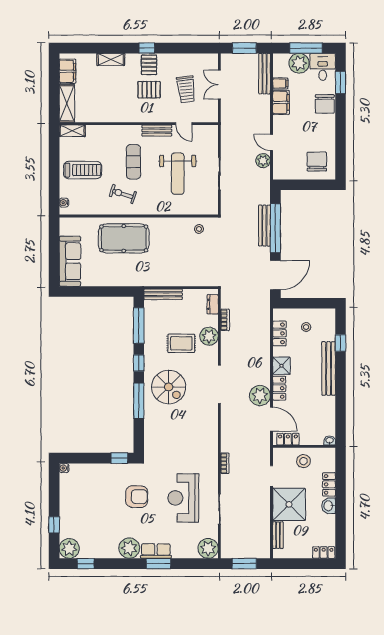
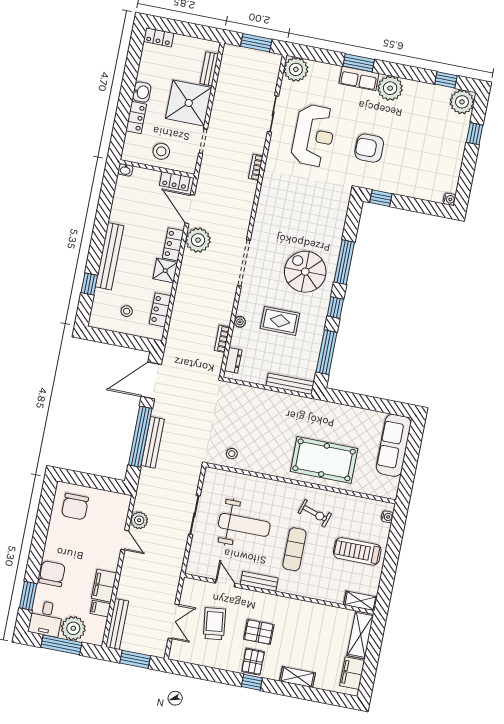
weight bench: (178, 174) -> (244, 525), turned 90
plant: (209, 336) -> (240, 322), width x0.53, depth x0.53

